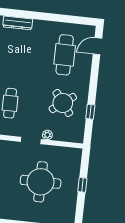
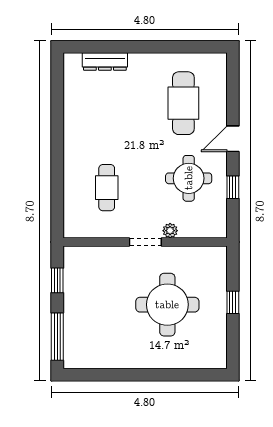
door: (97, 46) -> (233, 139), moved
round table: (63, 103) -> (189, 178), turned 37

